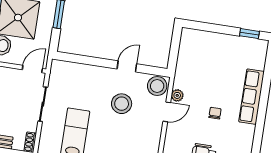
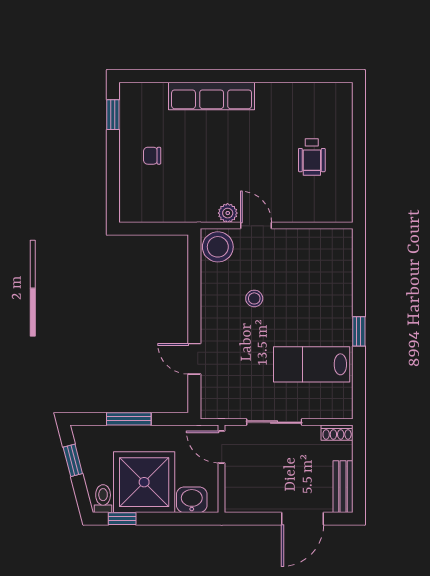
door: (127, 66) -> (194, 359), moved
stool: (122, 104) -> (254, 298), width x0.53, depth x0.53
chair: (215, 113) -> (152, 156), moved

